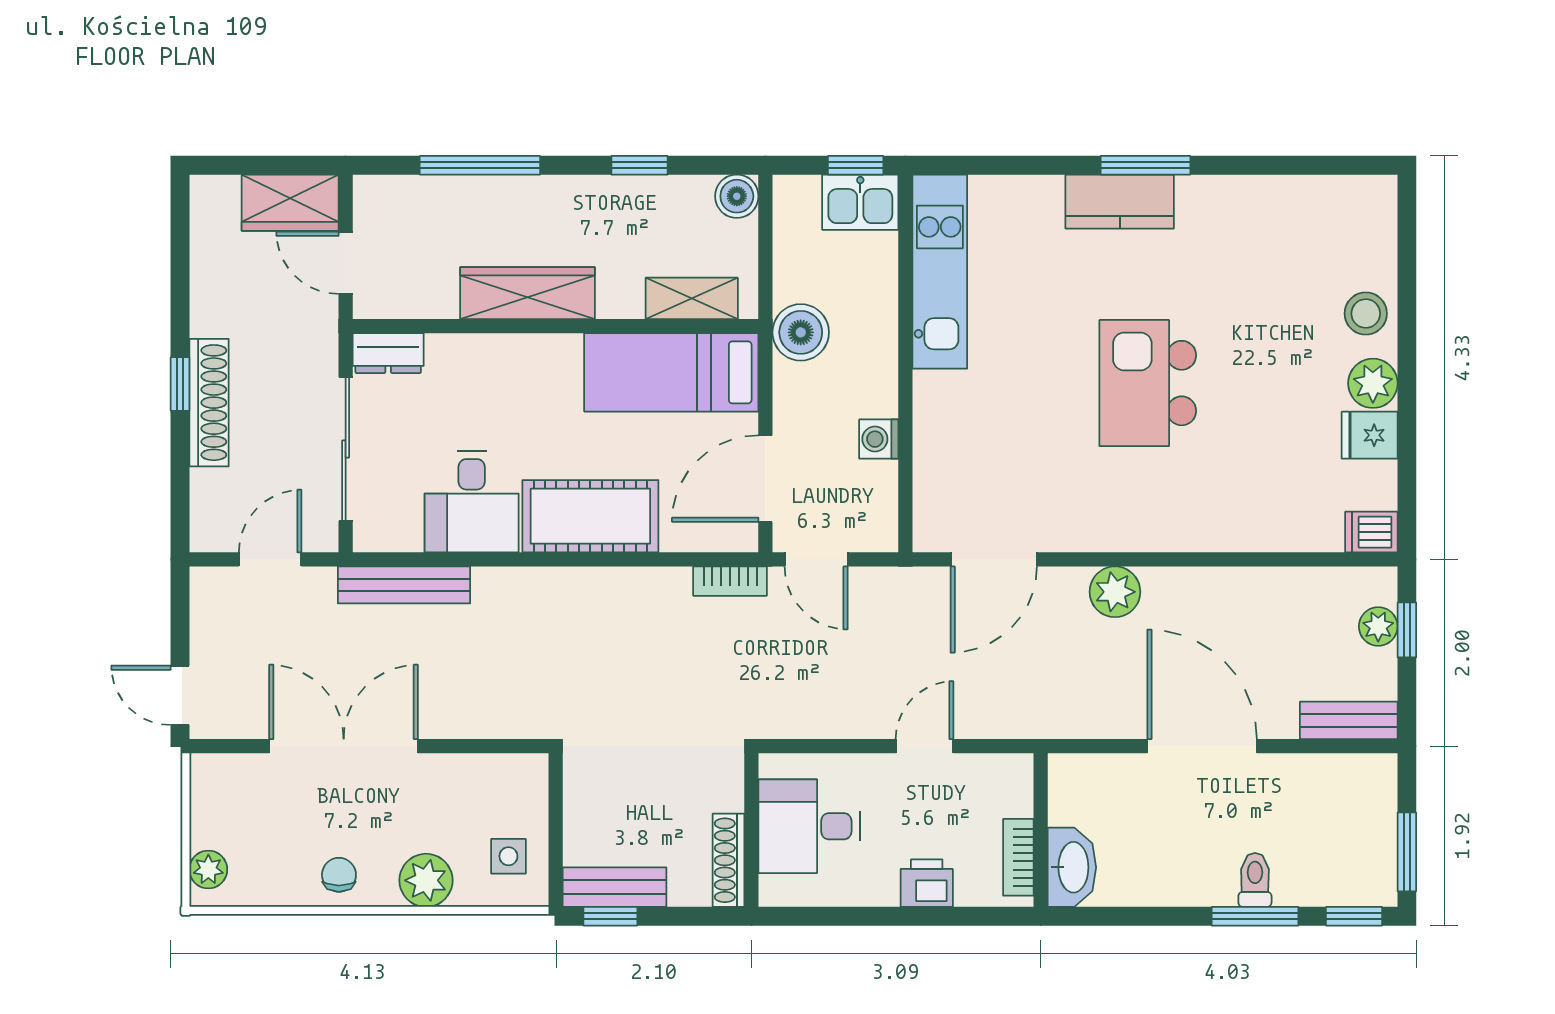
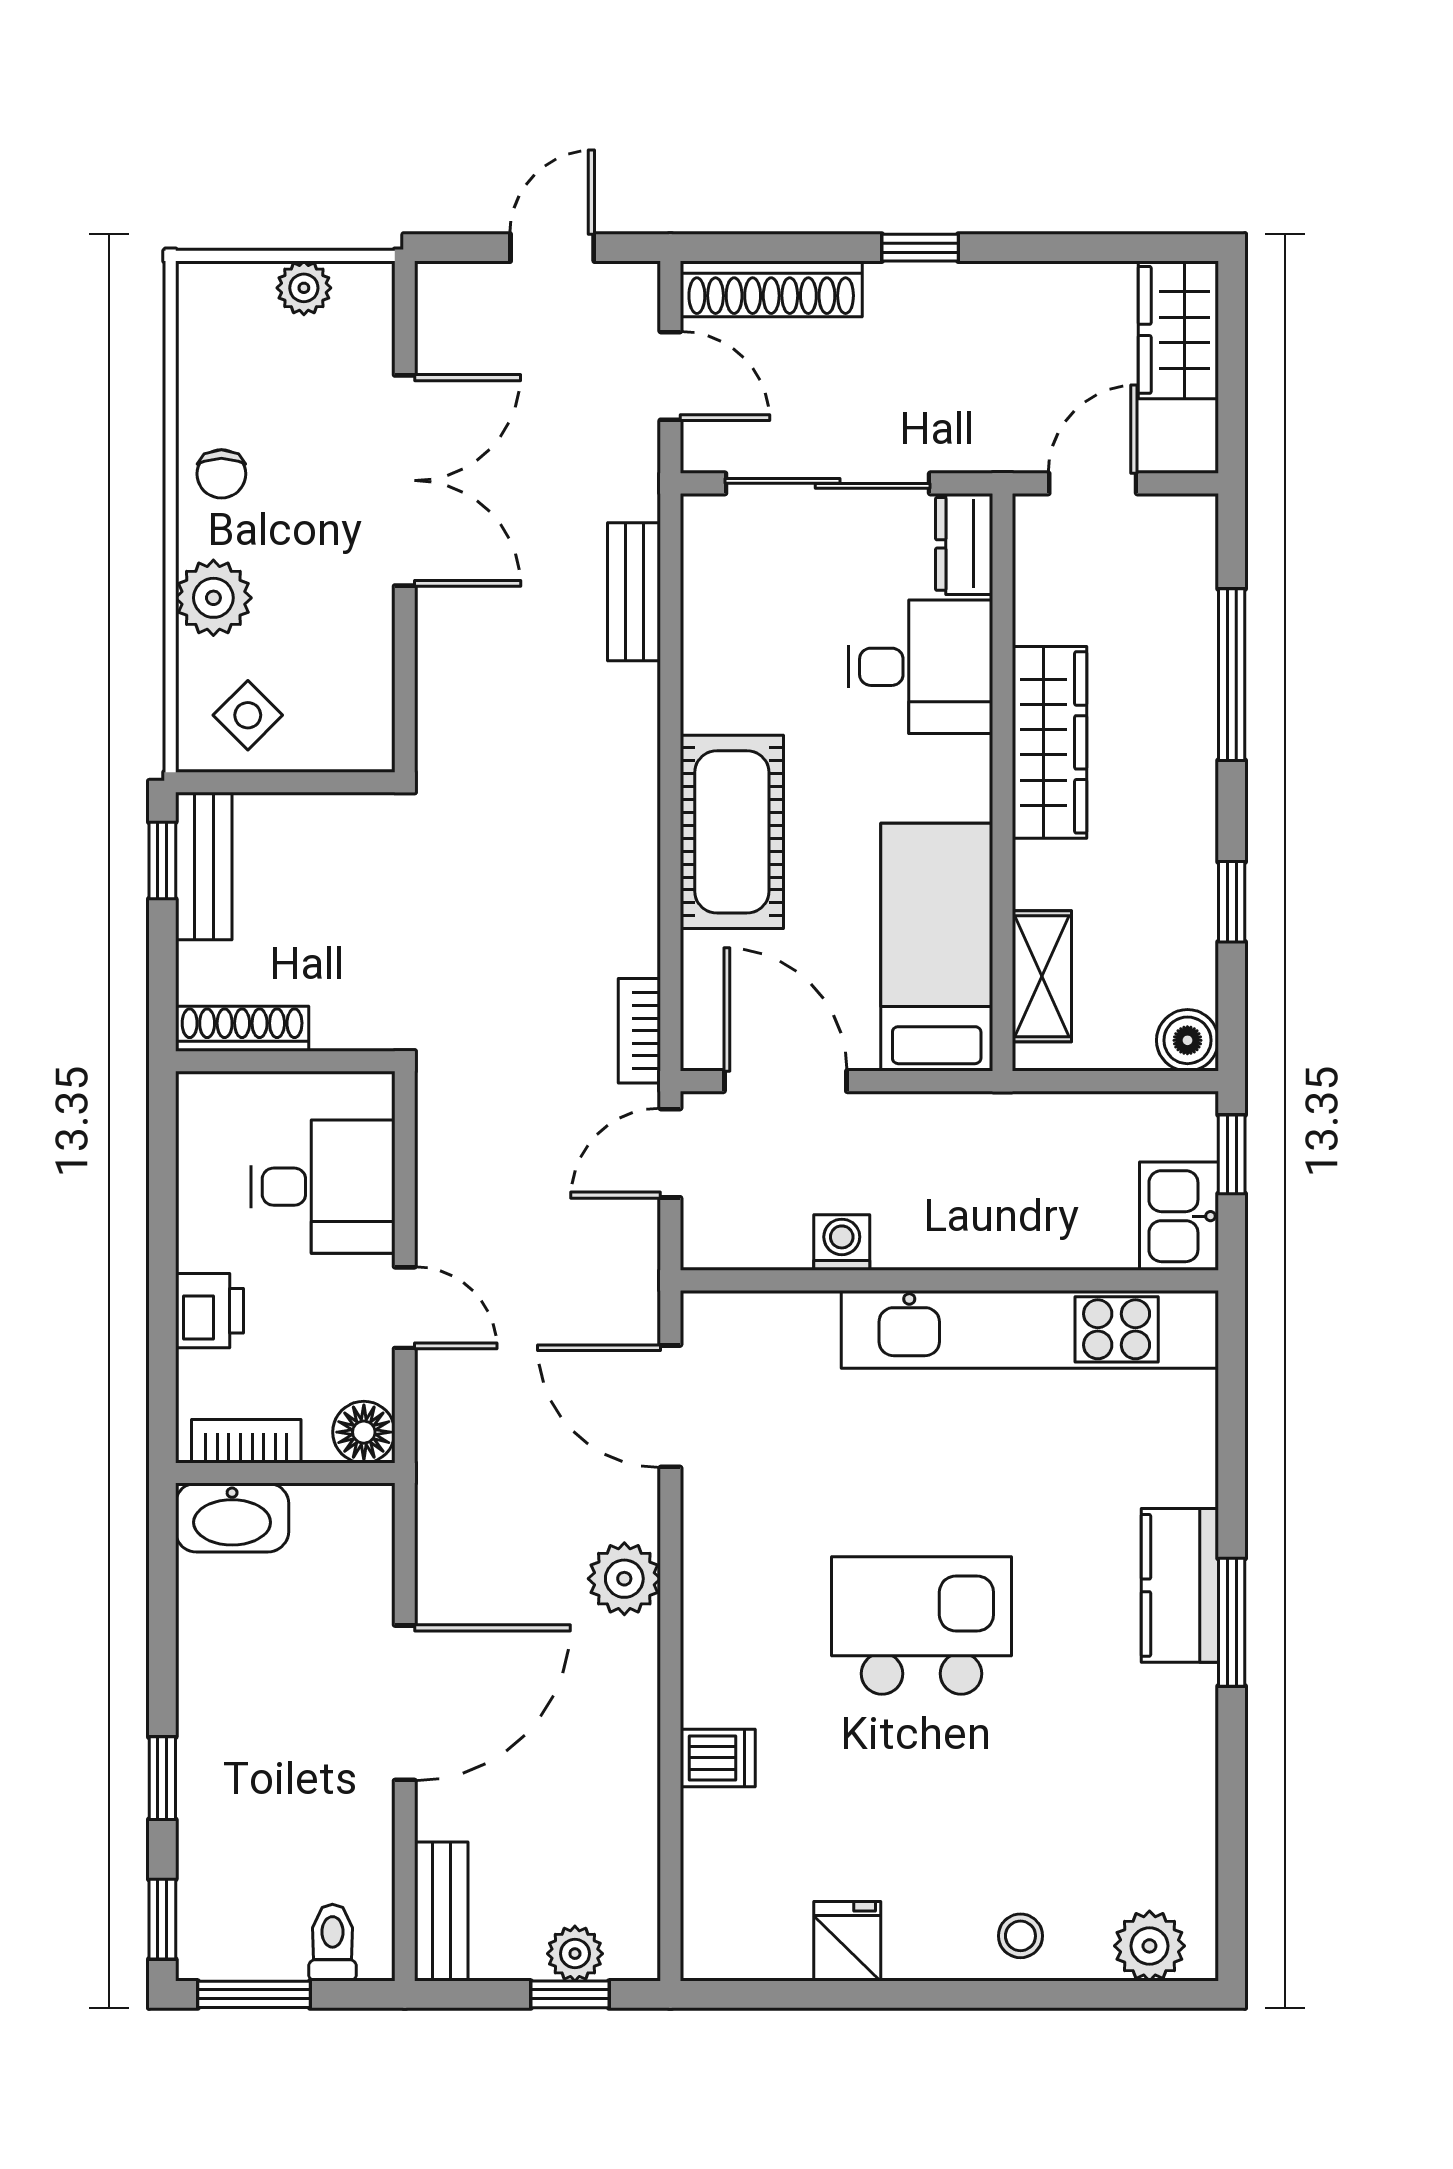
window: (856, 165) -> (1232, 1154), moved
wardrobe: (290, 203) -> (1178, 330), moved
kitchen unit: (940, 272) -> (1030, 1329), width x1.36
stool: (1366, 314) -> (1020, 1936), width x0.73, depth x0.73
boiler: (801, 332) -> (994, 1131), removed
plant: (1373, 383) -> (1149, 1946), moved
shoe rack: (209, 403) -> (771, 289), moved
desk: (472, 502) -> (920, 667), moved, turned 180
dishwasher: (1371, 532) -> (718, 1758), moved, turned 90
bench: (404, 585) -> (634, 592), width x0.73
door: (180, 695) -> (552, 248), moved
floor lamp: (1012, 775) -> (364, 1432), added
desk: (809, 826) -> (323, 1187), moved, turned 90
side table: (508, 856) -> (248, 715), turned 45
plant: (208, 870) -> (304, 288), moved
chair: (339, 875) -> (221, 474), turned 90
toilet: (1255, 880) -> (332, 1943), moved, turned -90
window: (1255, 916) -> (162, 1778), width x0.67

